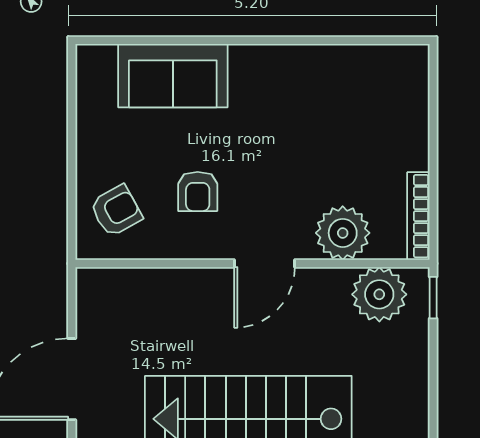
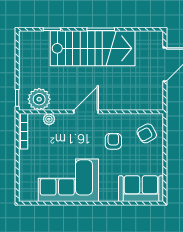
sofa: (173, 76) -> (141, 189), moved
corner sofa: (308, 96) -> (68, 180), added
plant: (343, 233) -> (49, 119), width x0.53, depth x0.53

